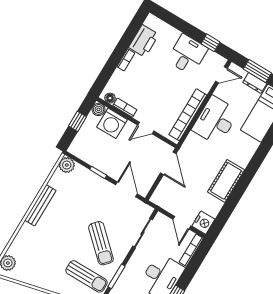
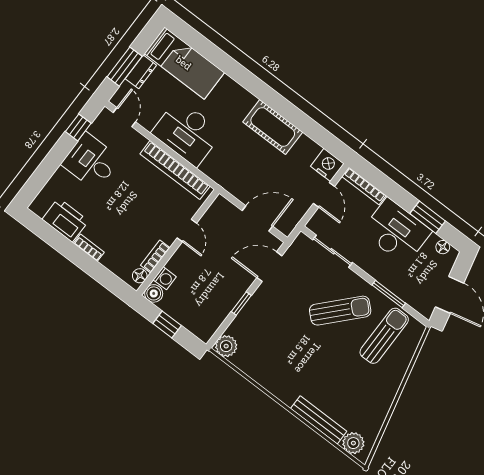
washing machine: (112, 123) -> (165, 278), width x0.53, depth x0.53
door: (168, 163) -> (257, 218), moved
bench: (40, 205) -> (319, 420), moved
door: (182, 223) -> (324, 195), hinge flipped

